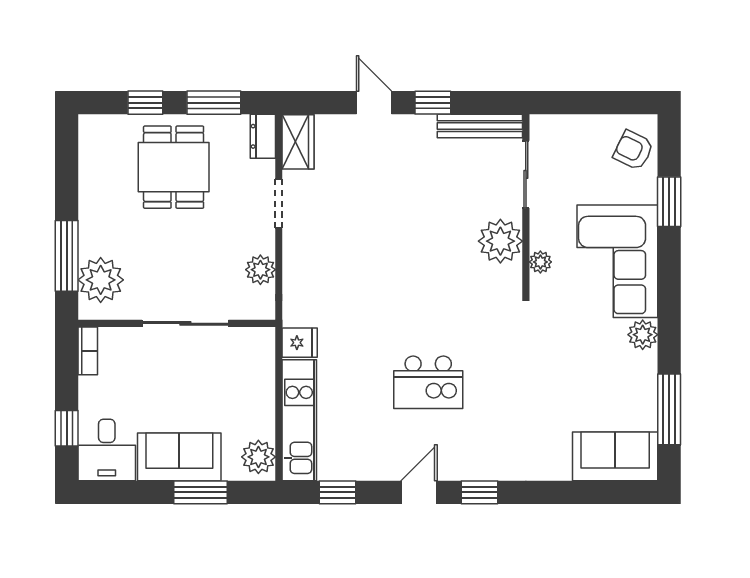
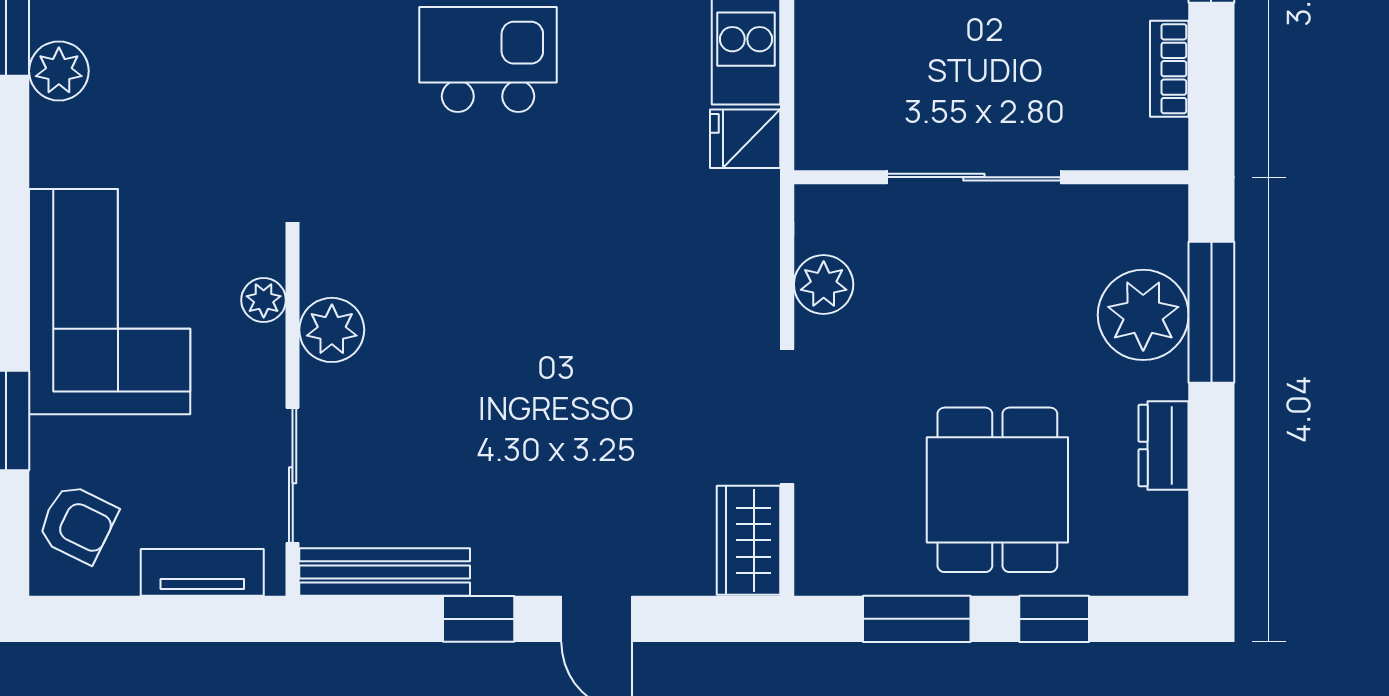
tv unit: (571, 126) -> (202, 572), added
dresser: (263, 136) -> (1164, 446), moved, turned 180
doorway: (279, 204) -> (787, 417), width x1.38
plant: (500, 241) -> (332, 330), width x0.73, depth x0.73
plant: (101, 280) -> (1143, 315), moved
plant: (643, 335) -> (59, 71), moved
bookcase: (88, 351) -> (1169, 69), moved

